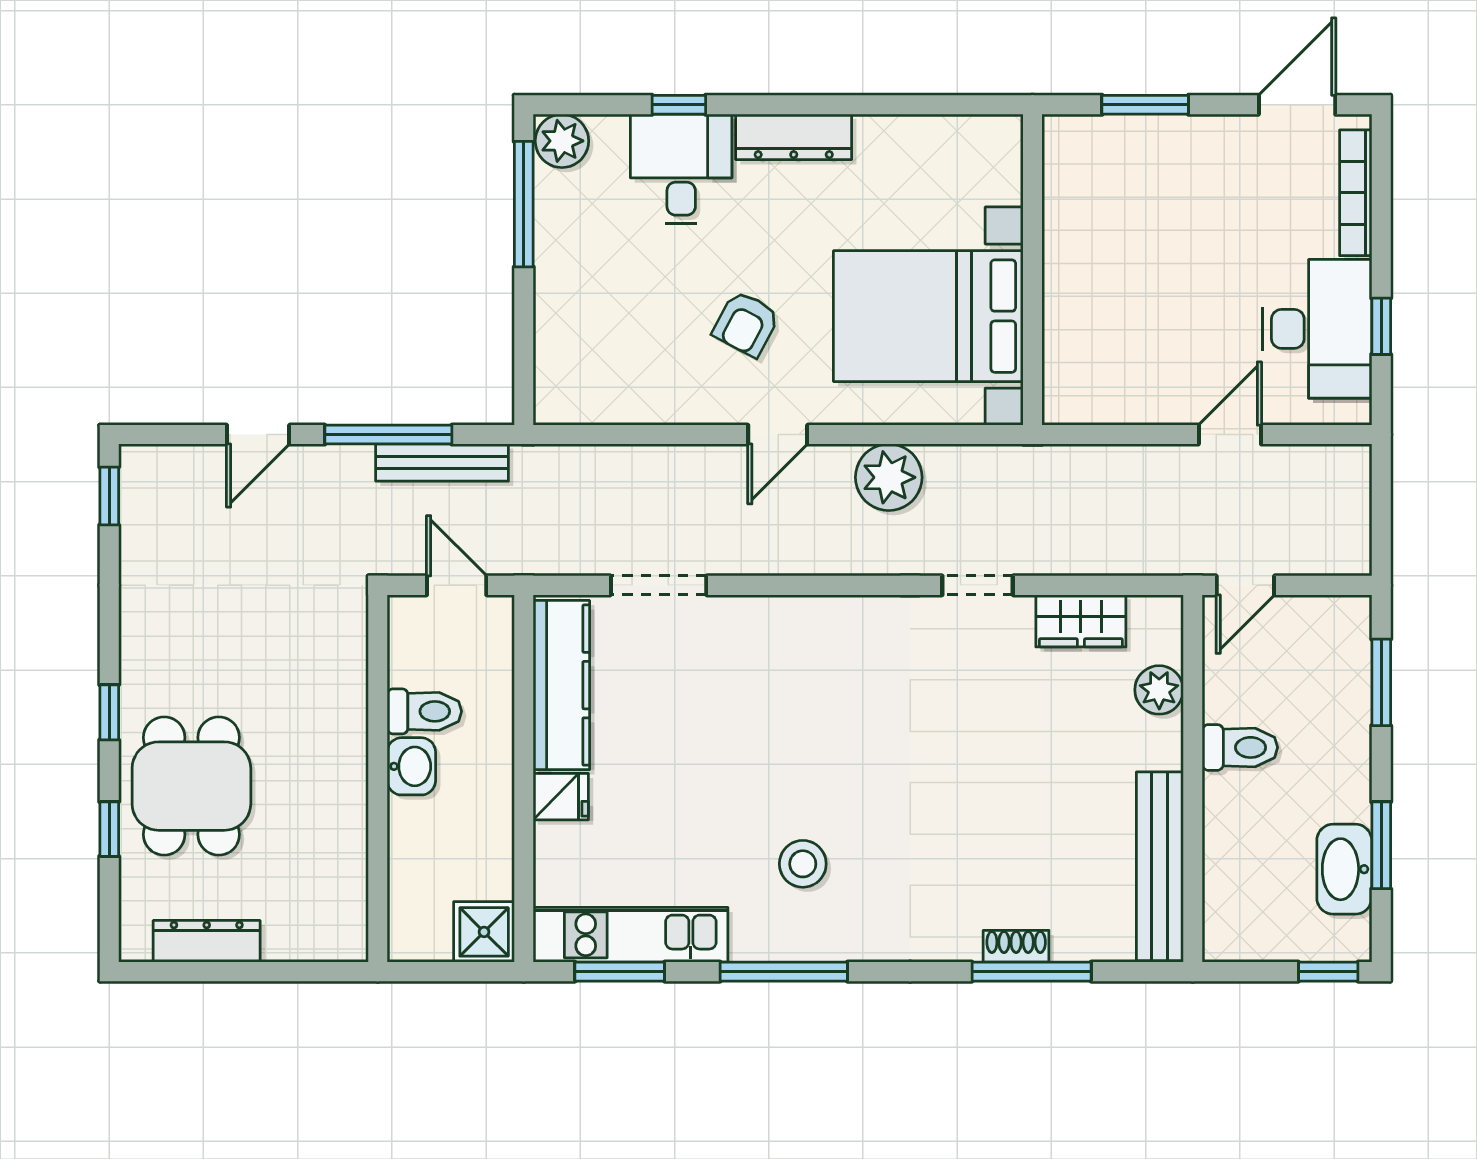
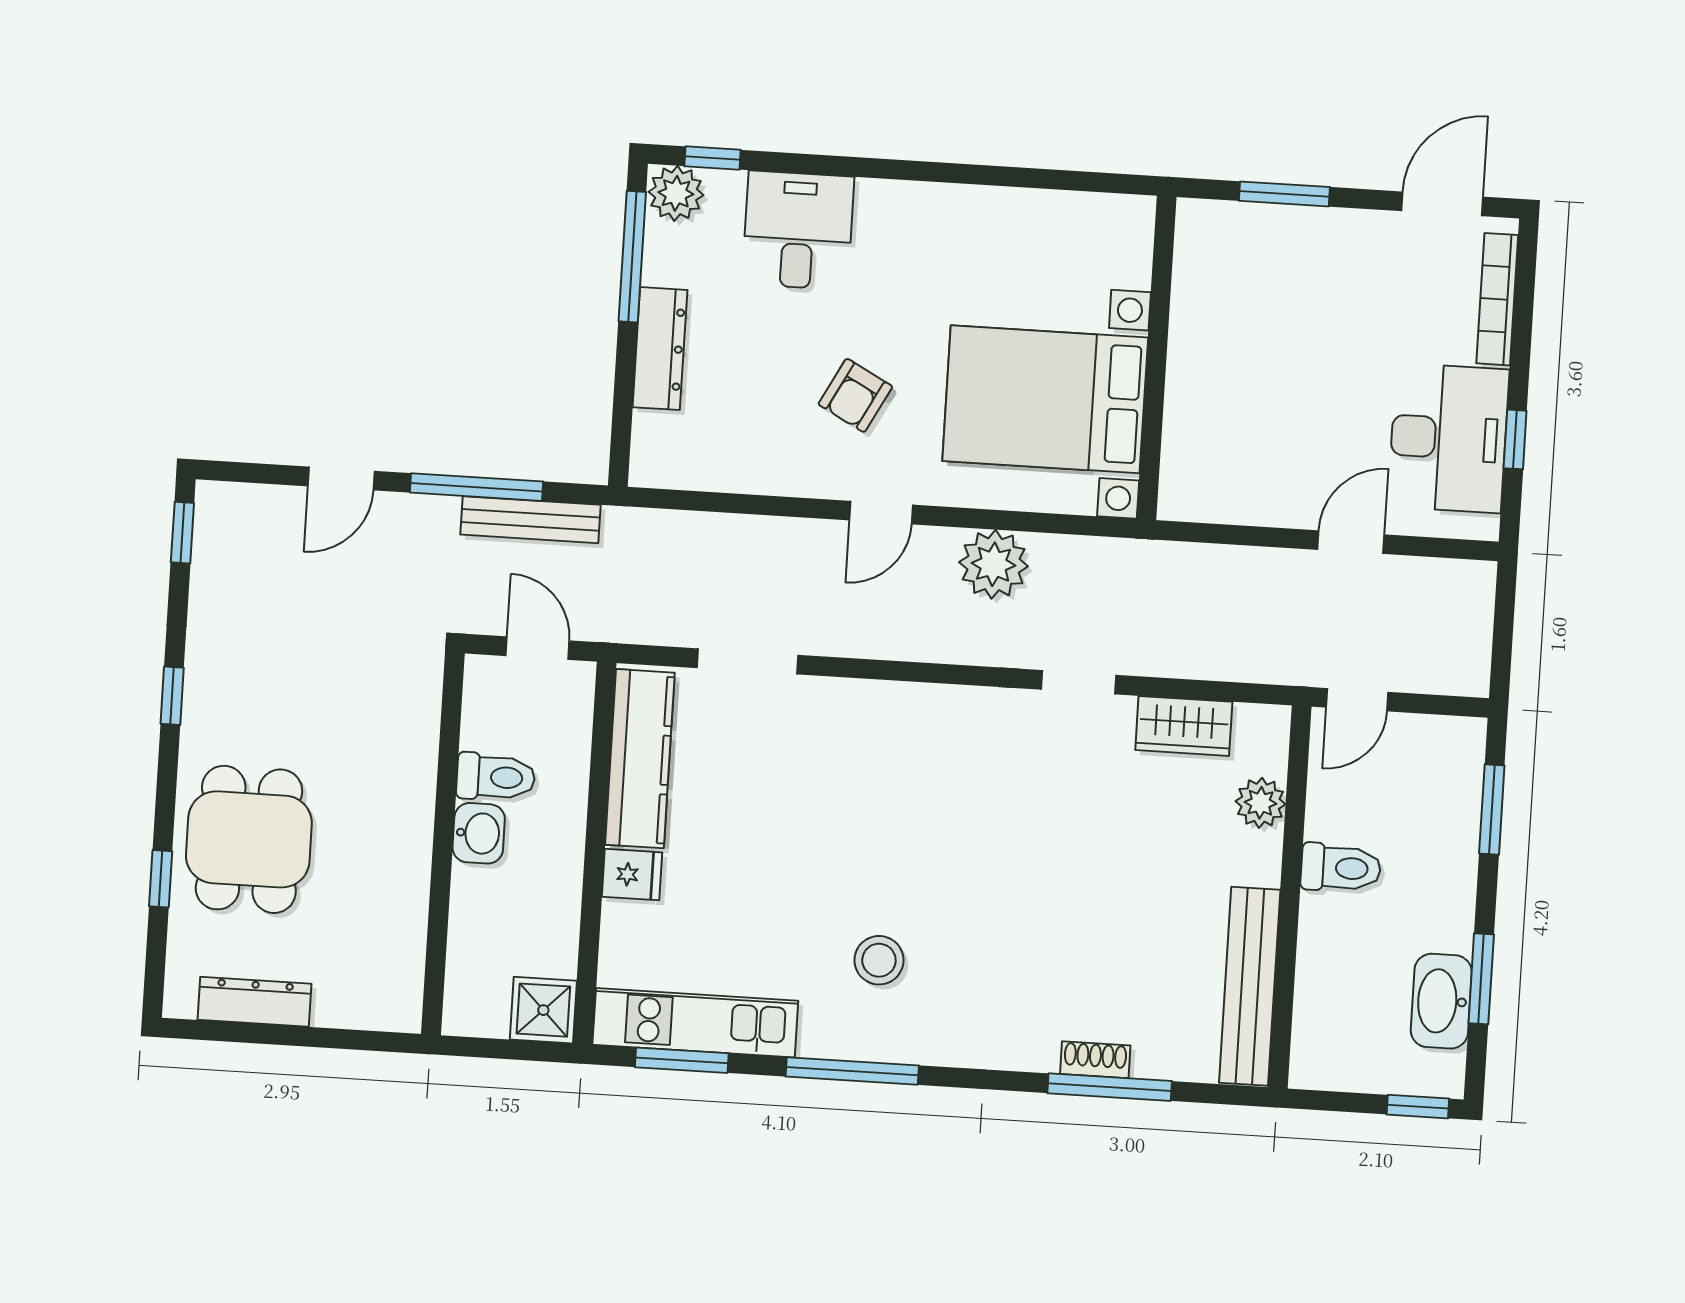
window: (679, 105) -> (713, 158), moved
dresser: (794, 137) -> (660, 349), moved, turned -90
window: (109, 712) -> (172, 696), moved

